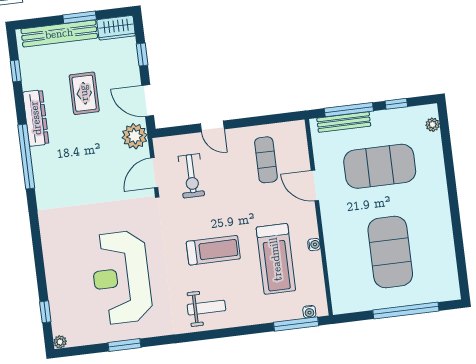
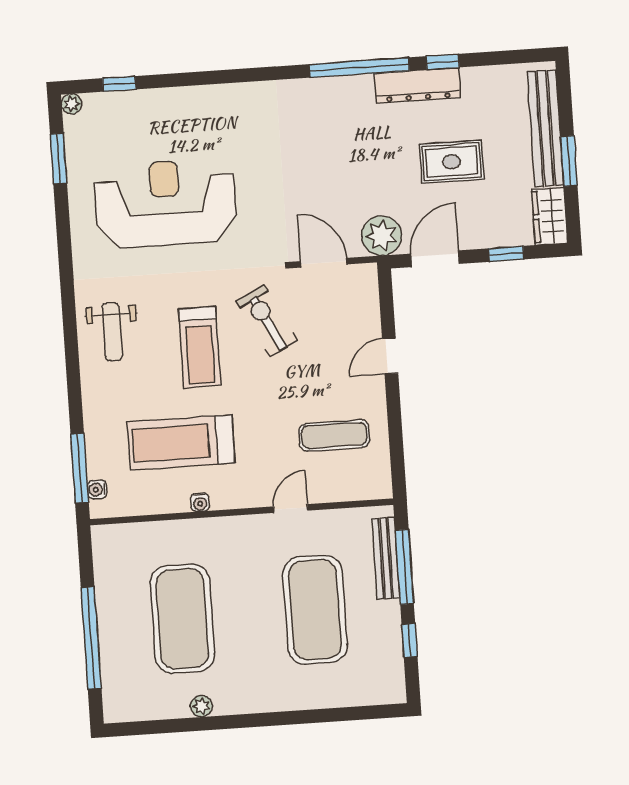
window: (16, 71) -> (443, 62), moved
plant: (433, 125) -> (201, 706), moved
exercise bike: (191, 176) -> (267, 321), moved, turned 63
door: (315, 186) -> (291, 509), width x0.73
exercise mat: (390, 252) -> (182, 619), turned 90
window: (124, 345) -> (58, 159), moved

